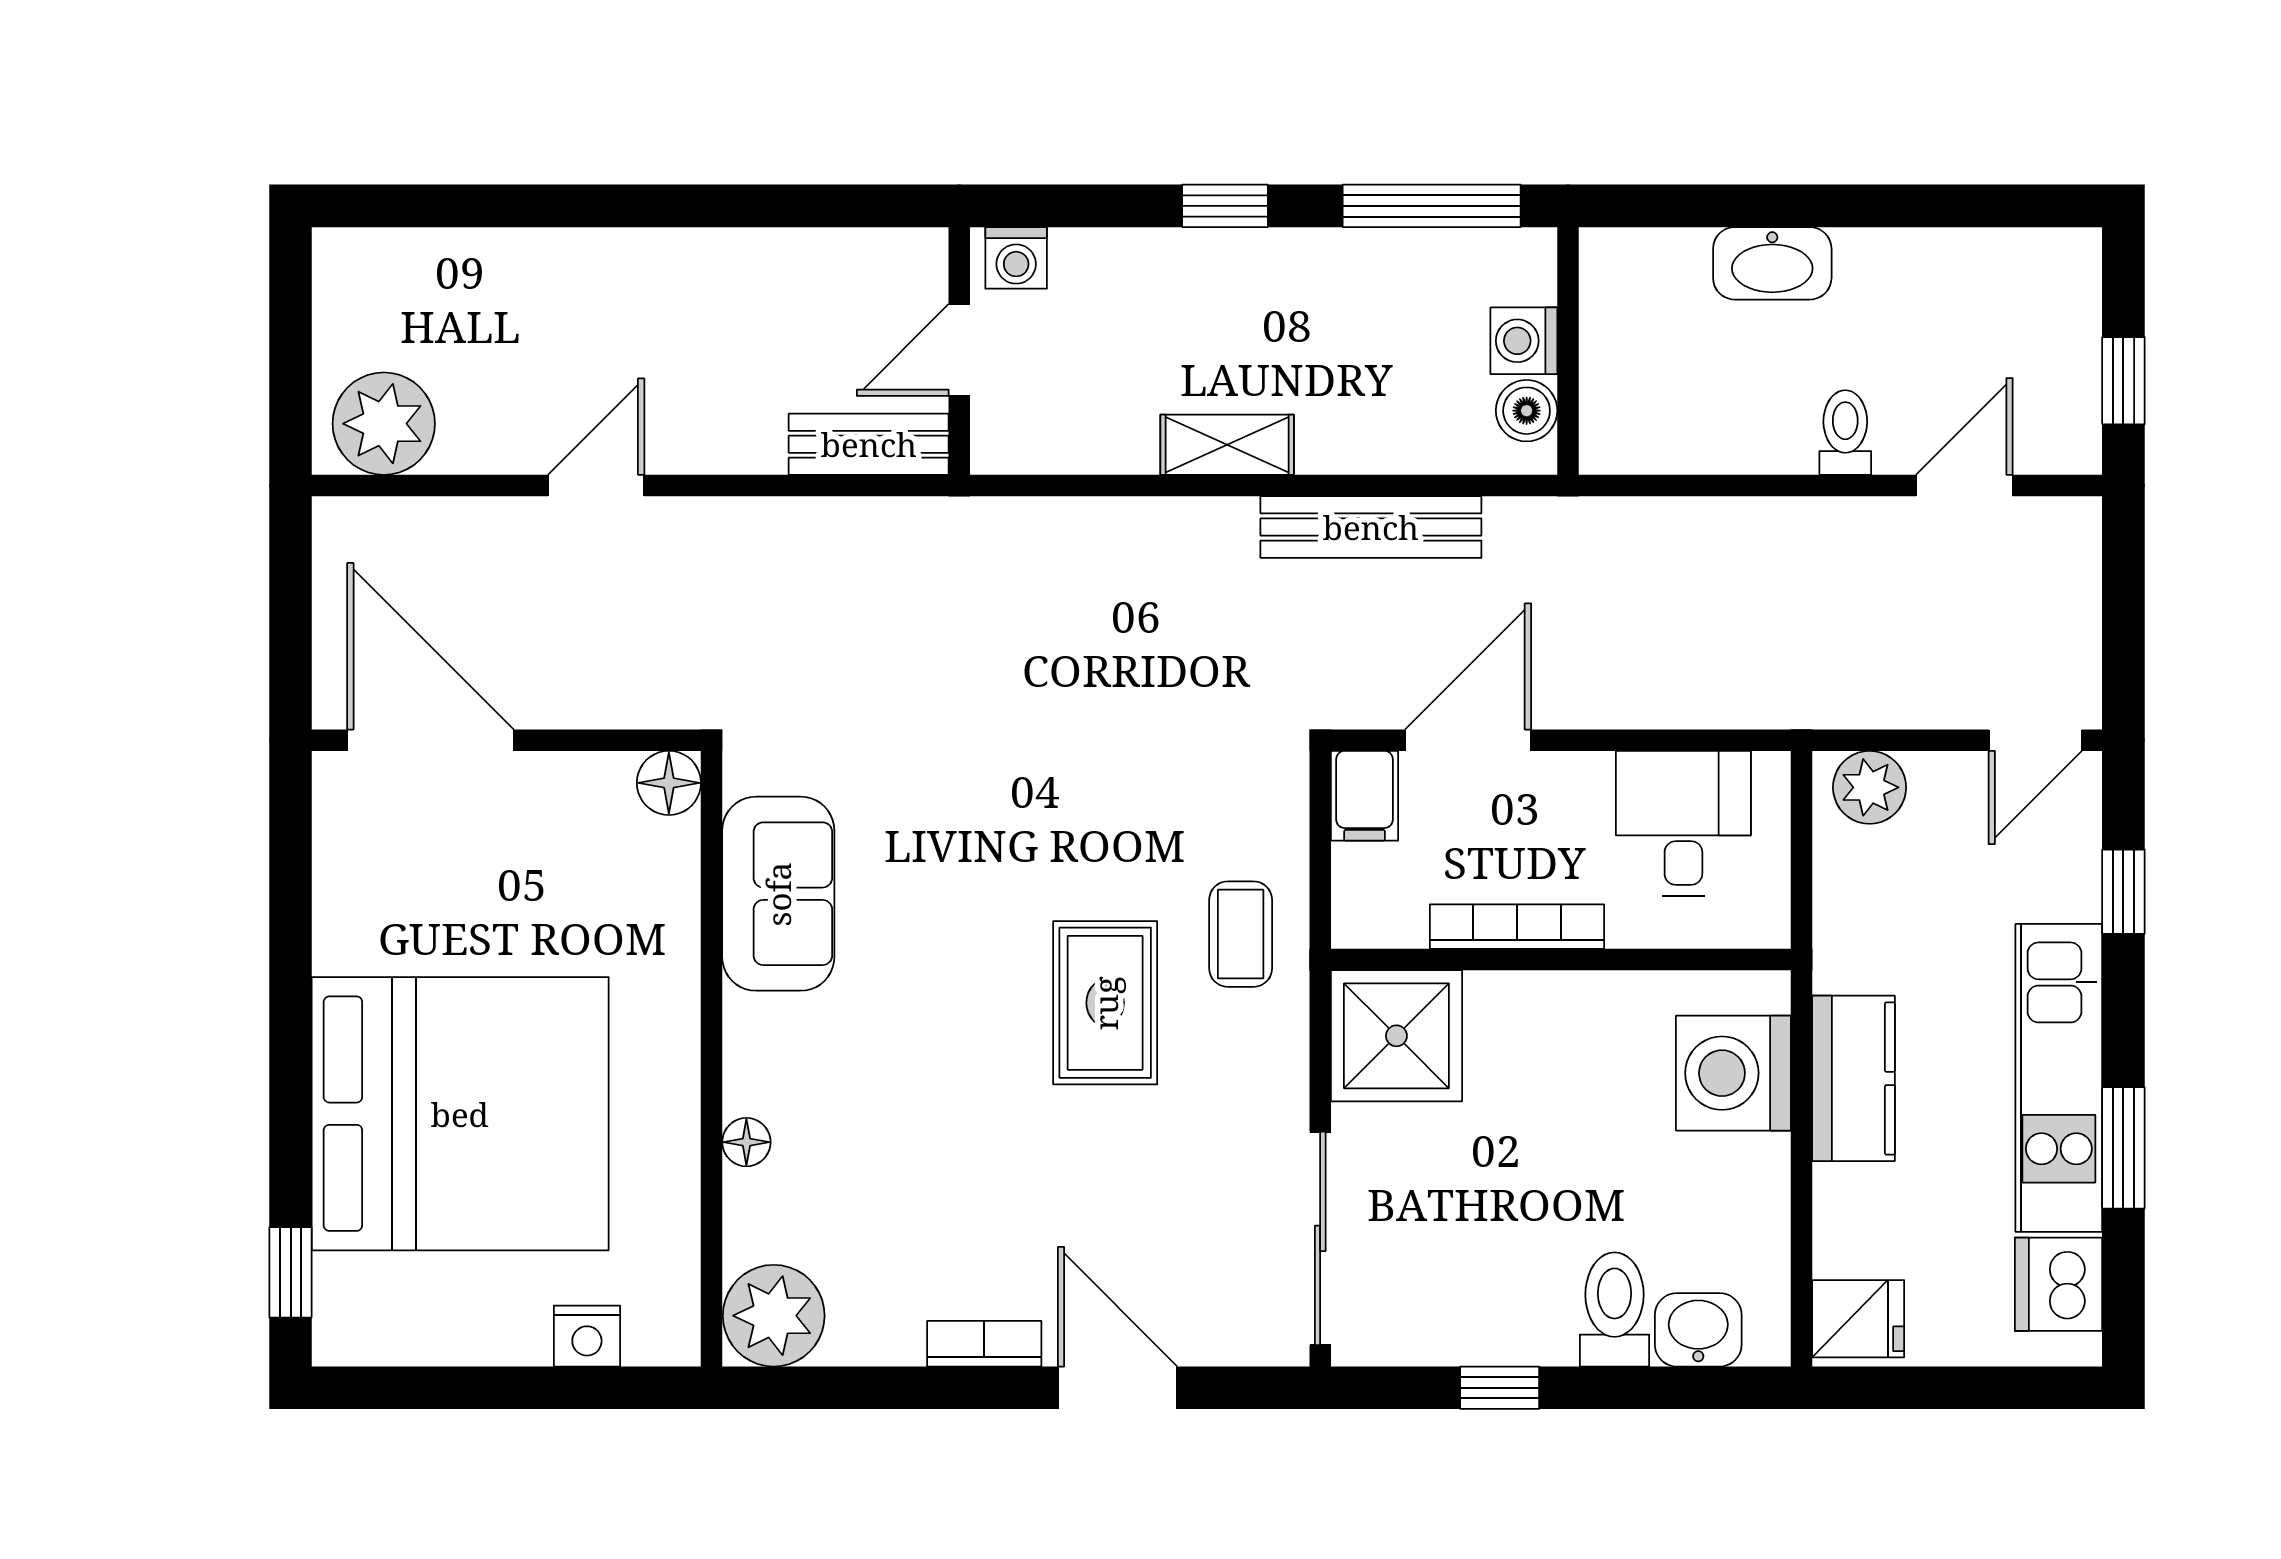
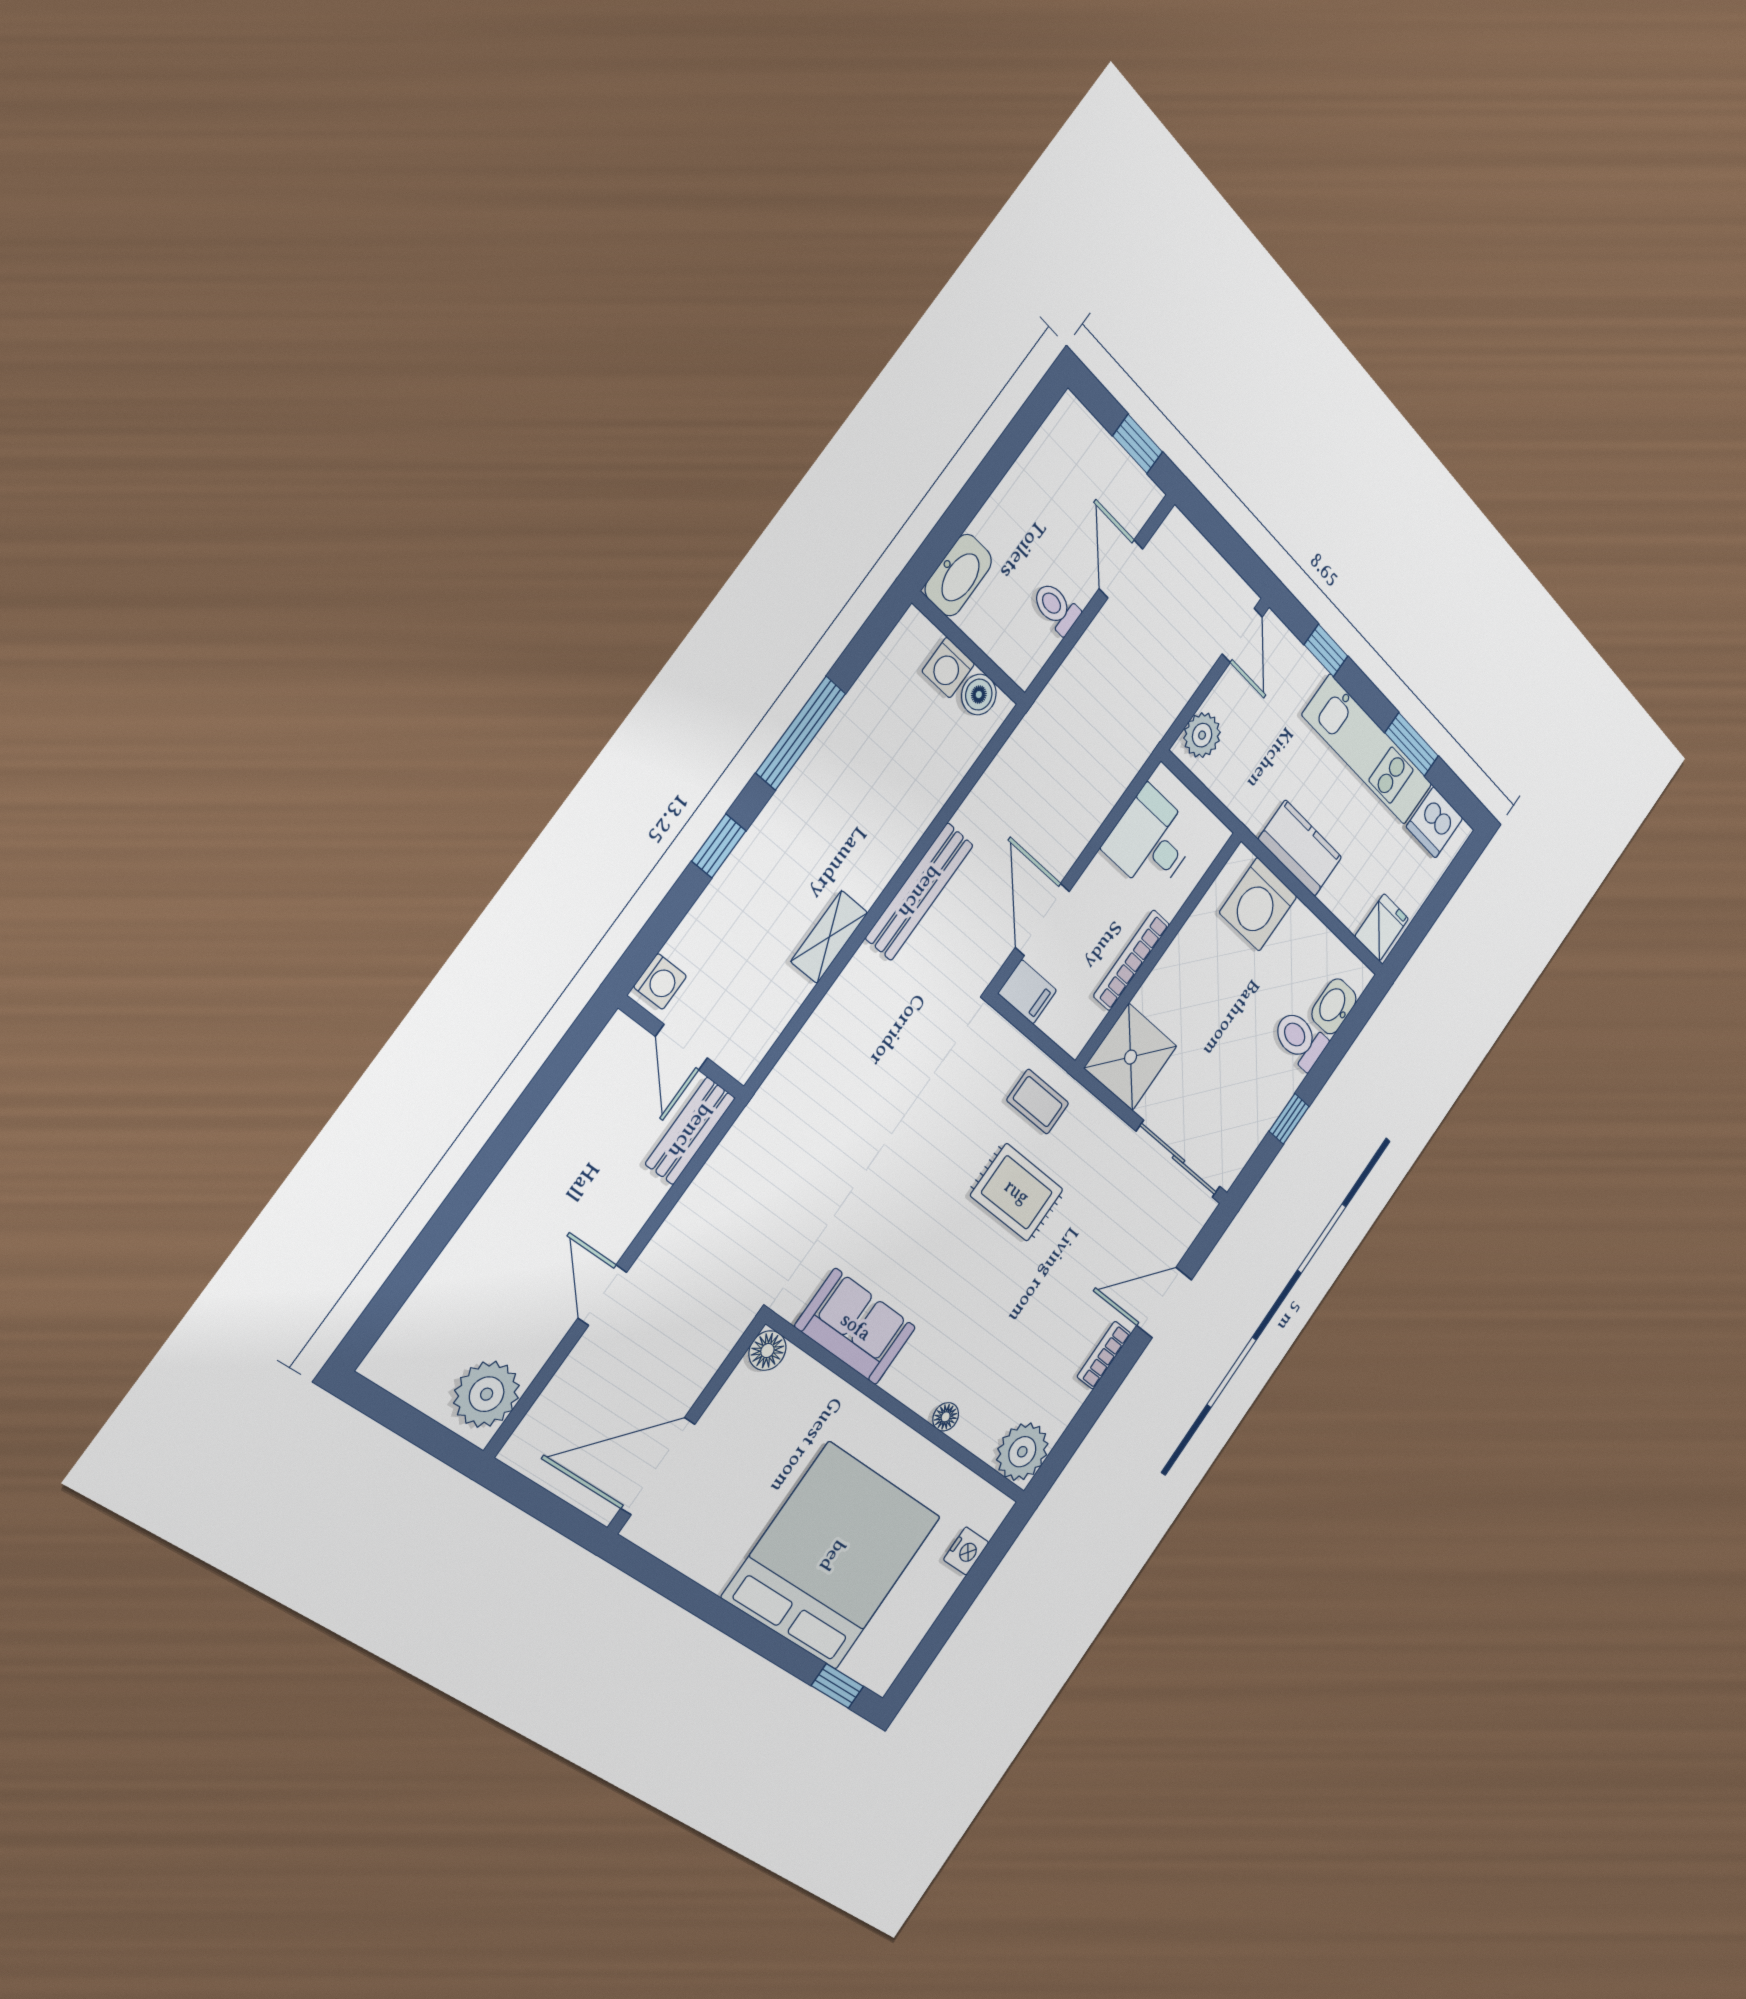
washing machine: (1524, 341) -> (948, 668), moved
wall: (1568, 351) -> (969, 649), moved
boiler: (1527, 411) -> (979, 695), moved

